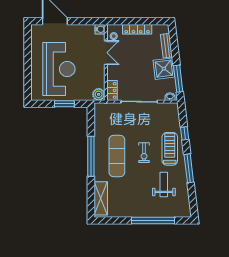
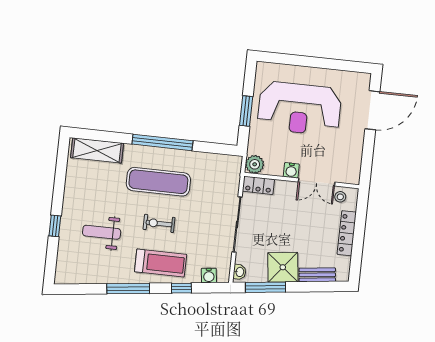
water cooler: (100, 29) -> (291, 170), moved
water cooler: (175, 116) -> (209, 276), added
weight bench: (164, 185) -> (102, 232), moved, turned 180
window: (153, 220) -> (55, 226), width x0.32

